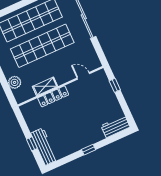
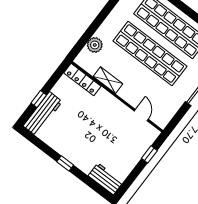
locker: (53, 96) -> (82, 80), moved

